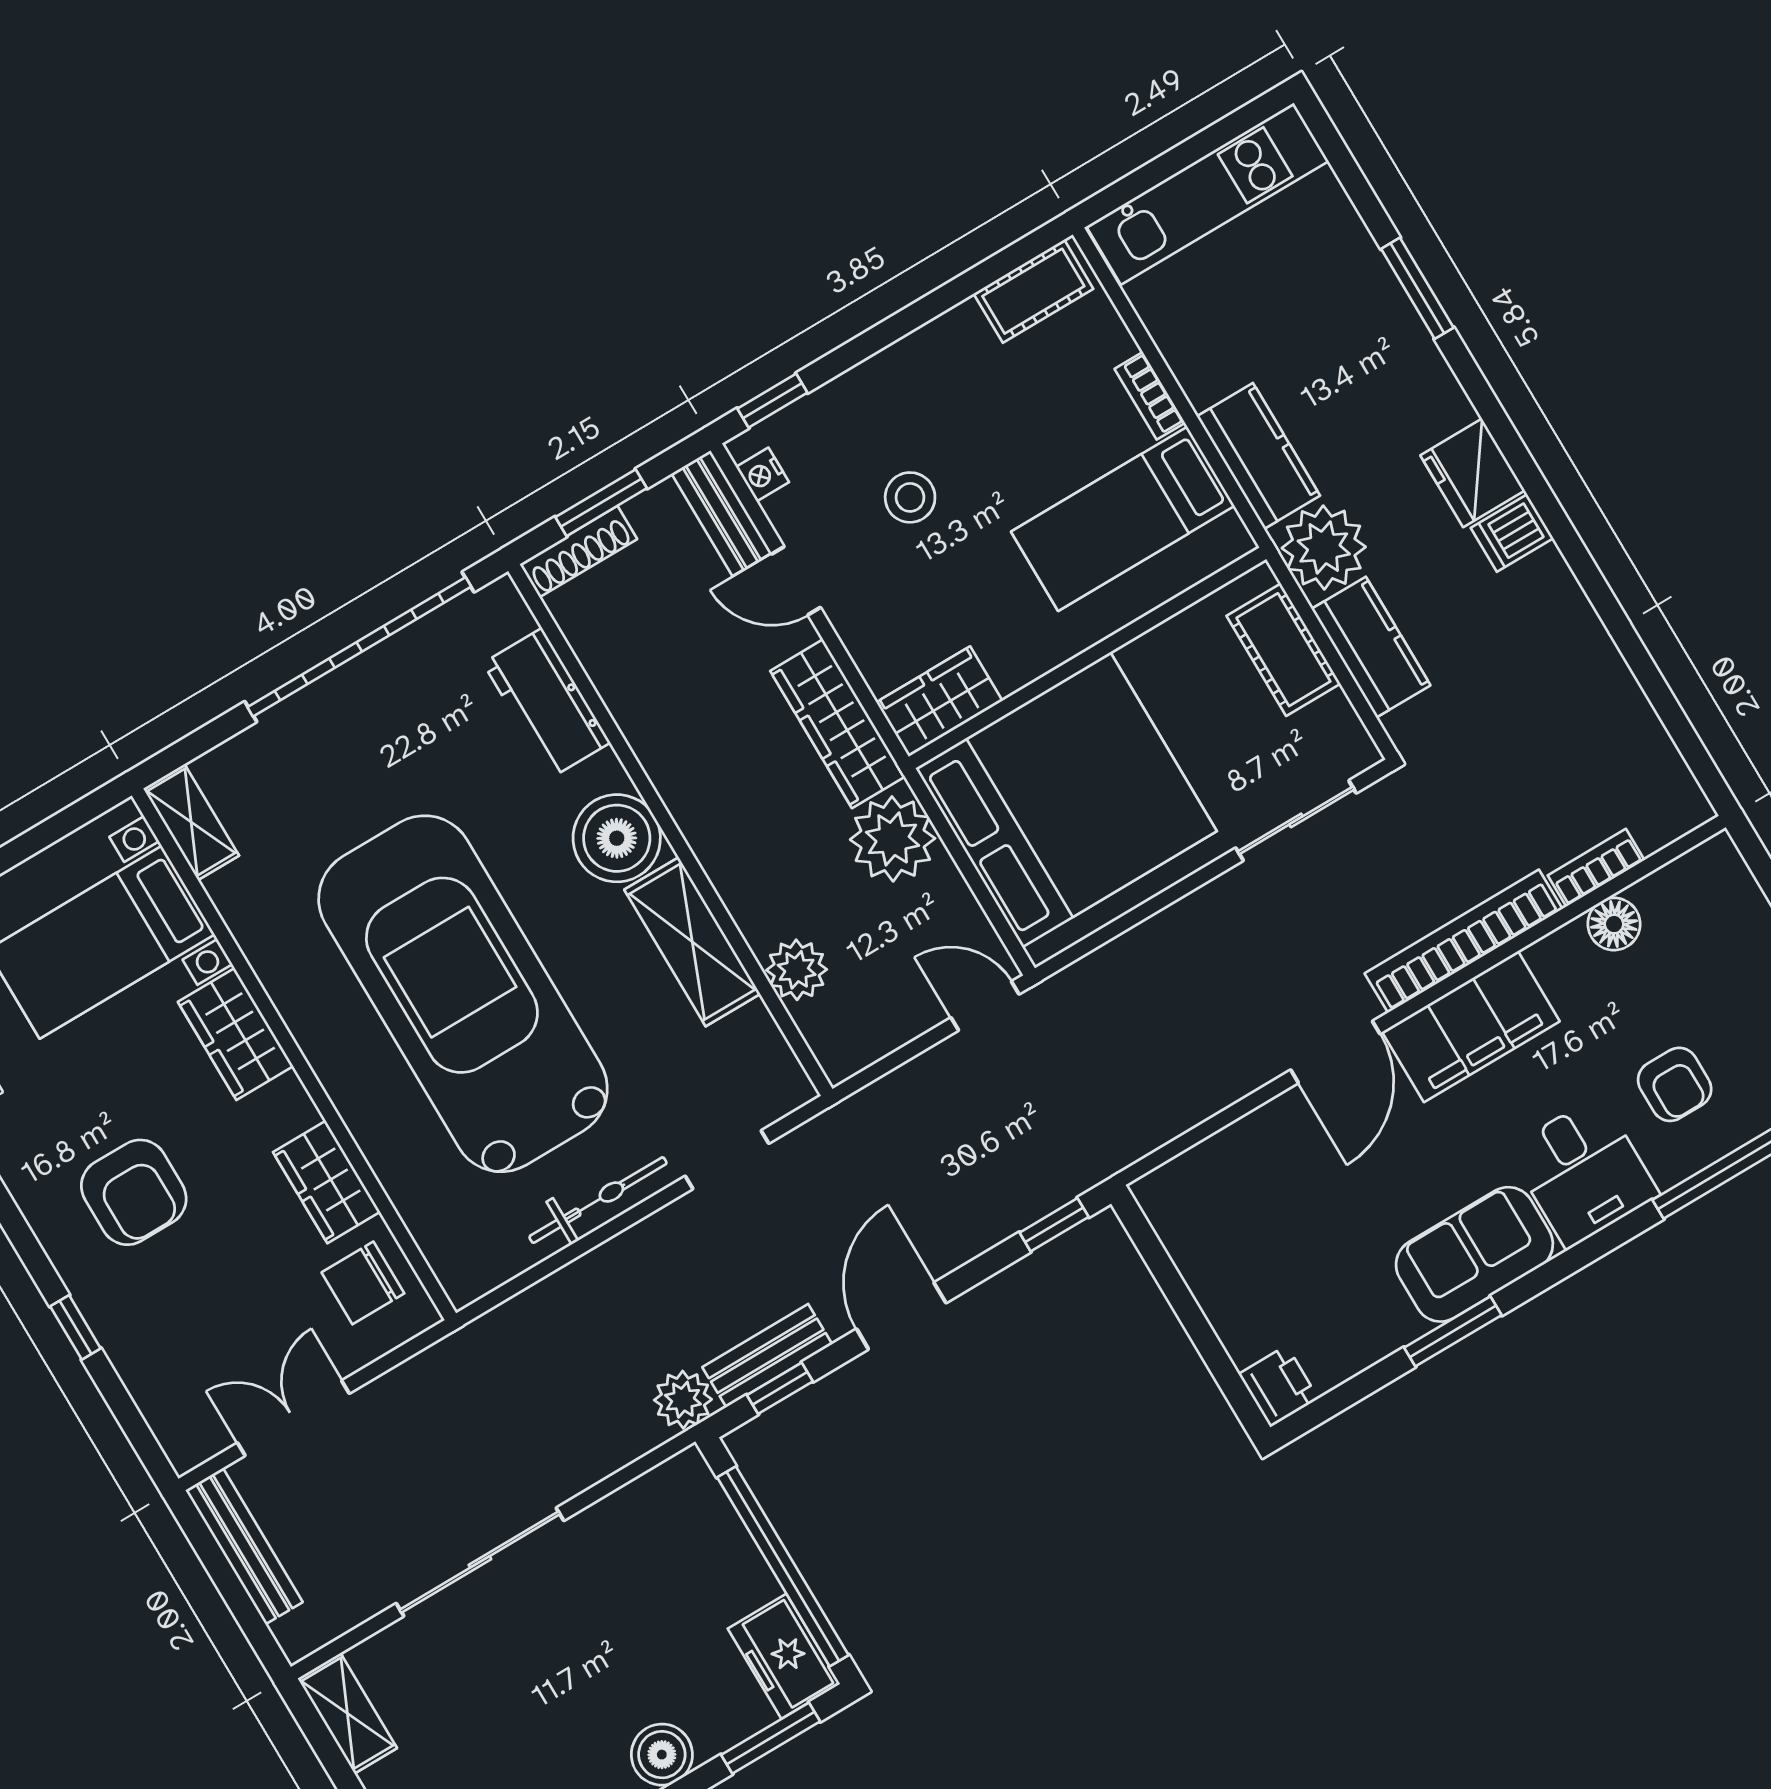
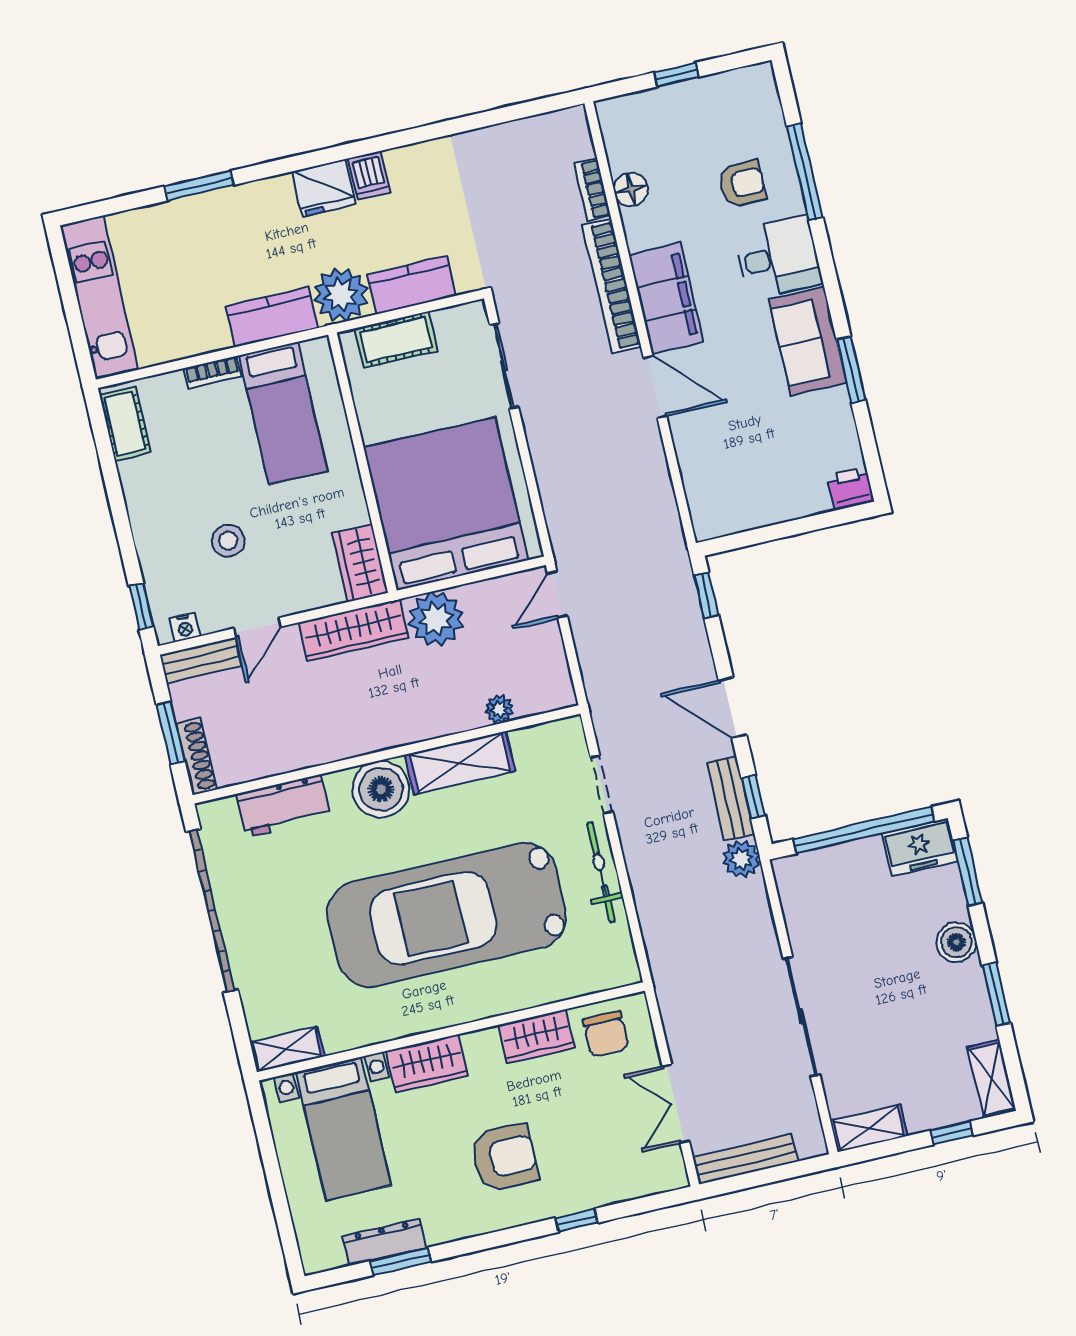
plant: (797, 970) -> (499, 709), width x0.73, depth x0.73

